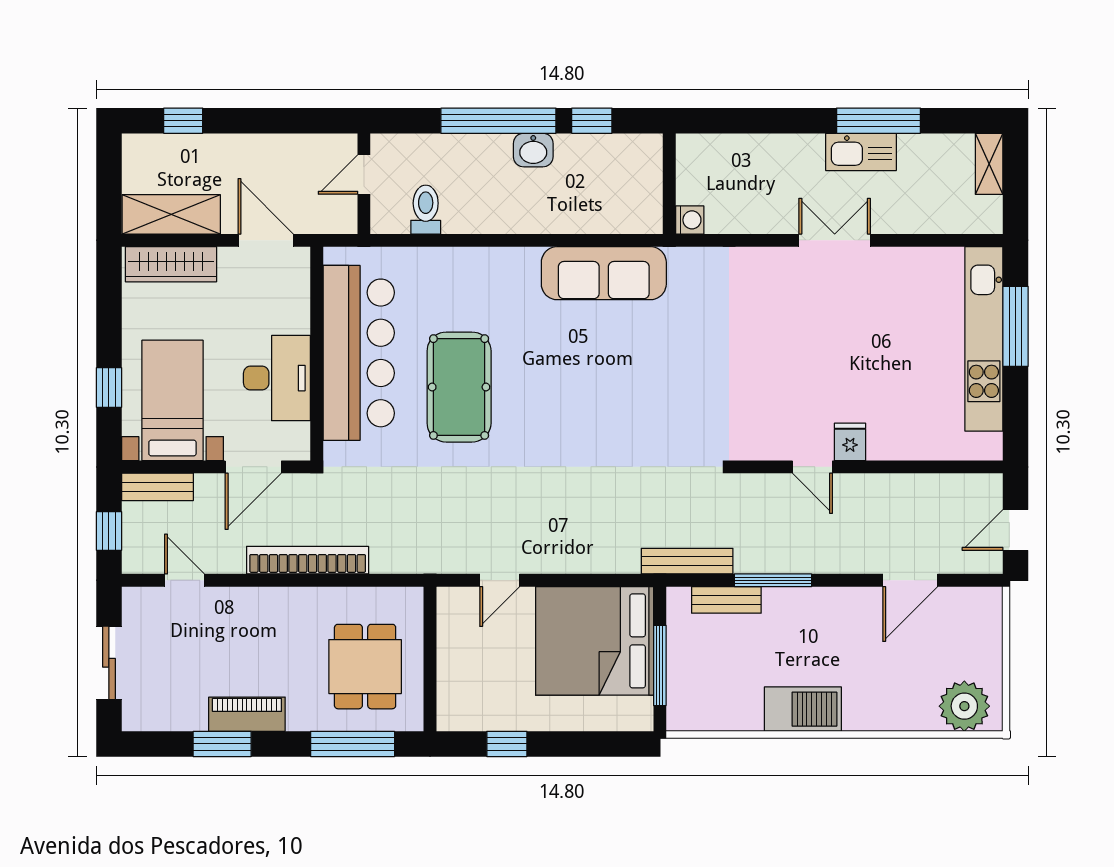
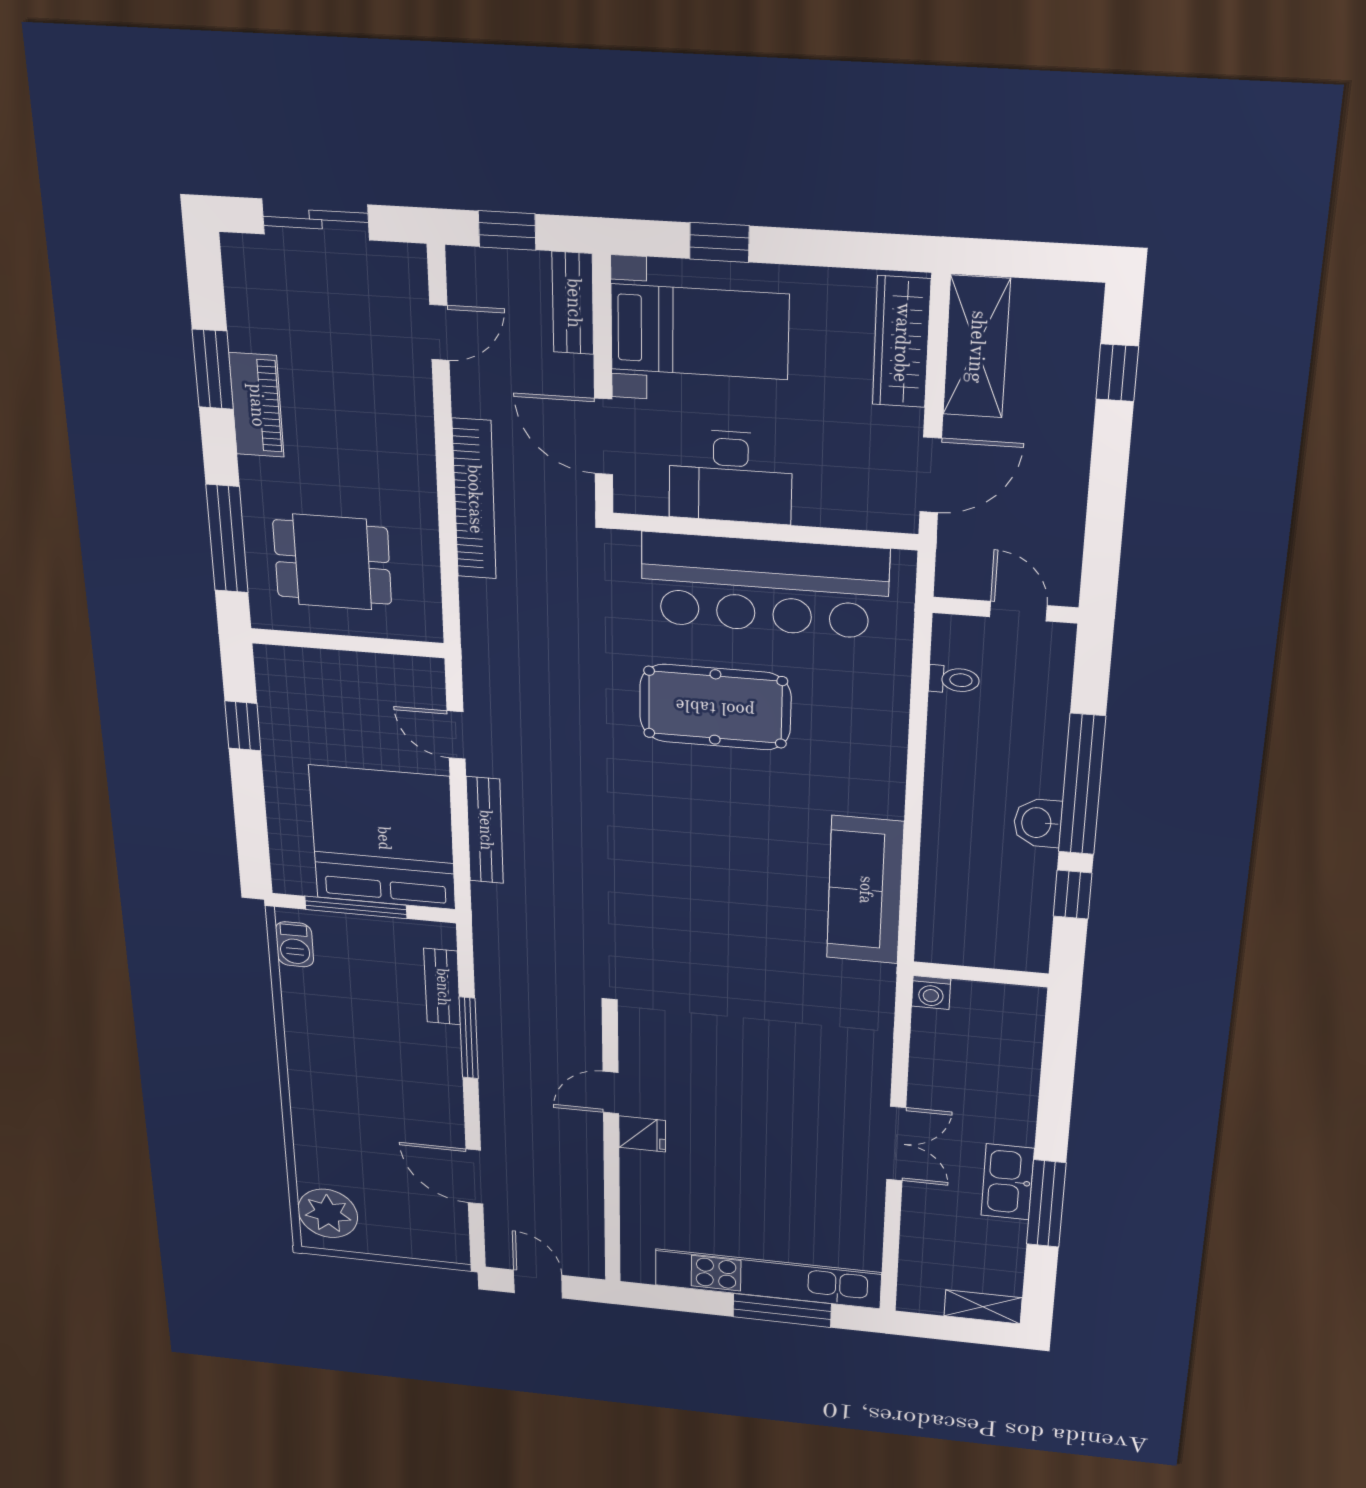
toilet: (426, 210) -> (954, 680), width x0.73, depth x0.72
bench: (687, 561) -> (485, 830), moved
barbecue: (803, 709) -> (295, 944), moved, width x0.53, depth x0.65

